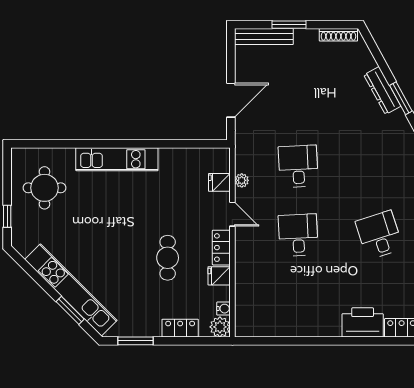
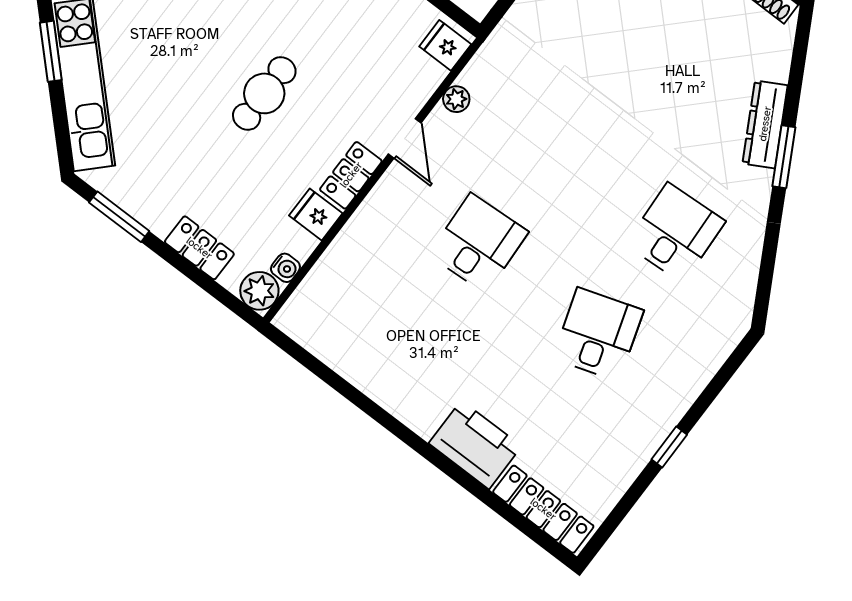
desk: (298, 166) -> (675, 233), moved
fridge: (219, 182) -> (445, 45), moved
cafe table: (168, 258) -> (264, 93), moved
window: (70, 310) -> (51, 51), moved

